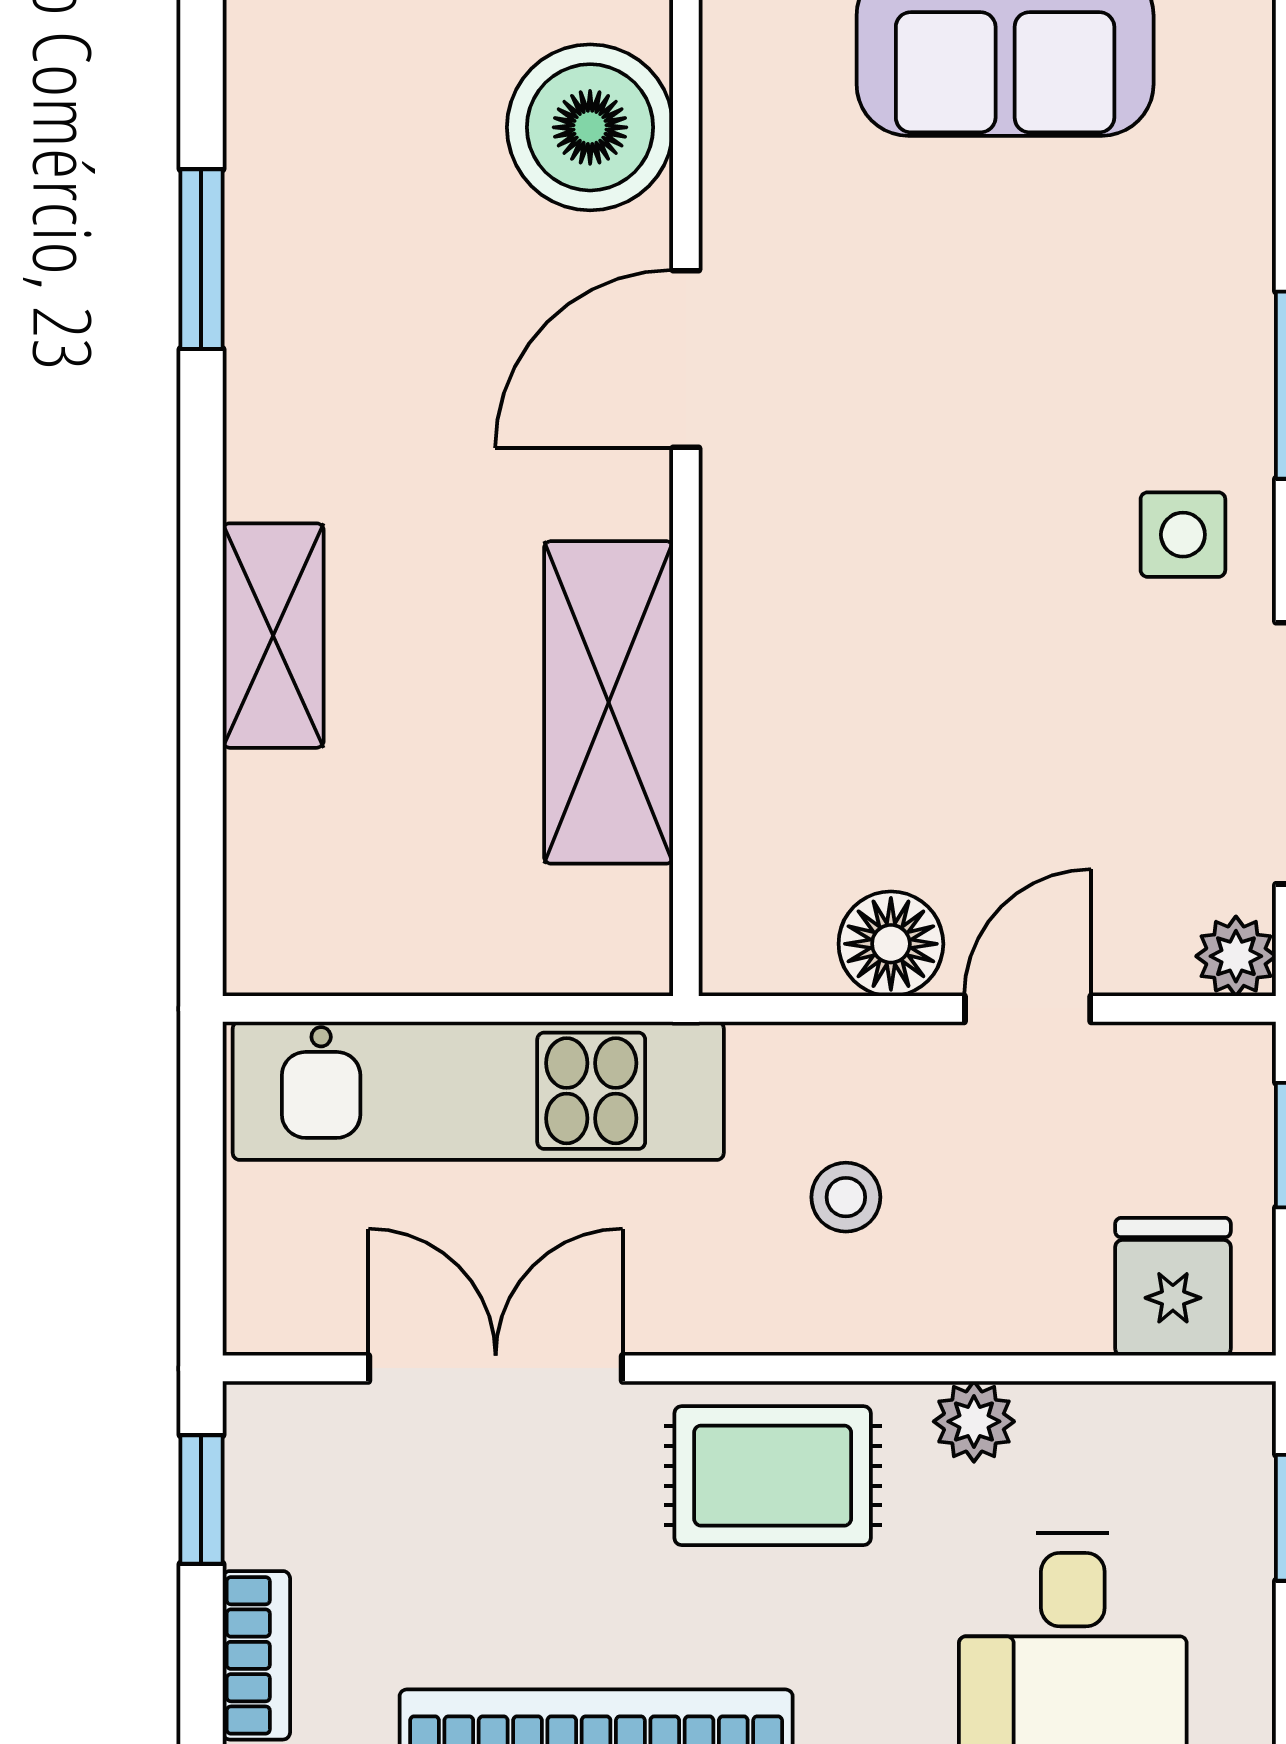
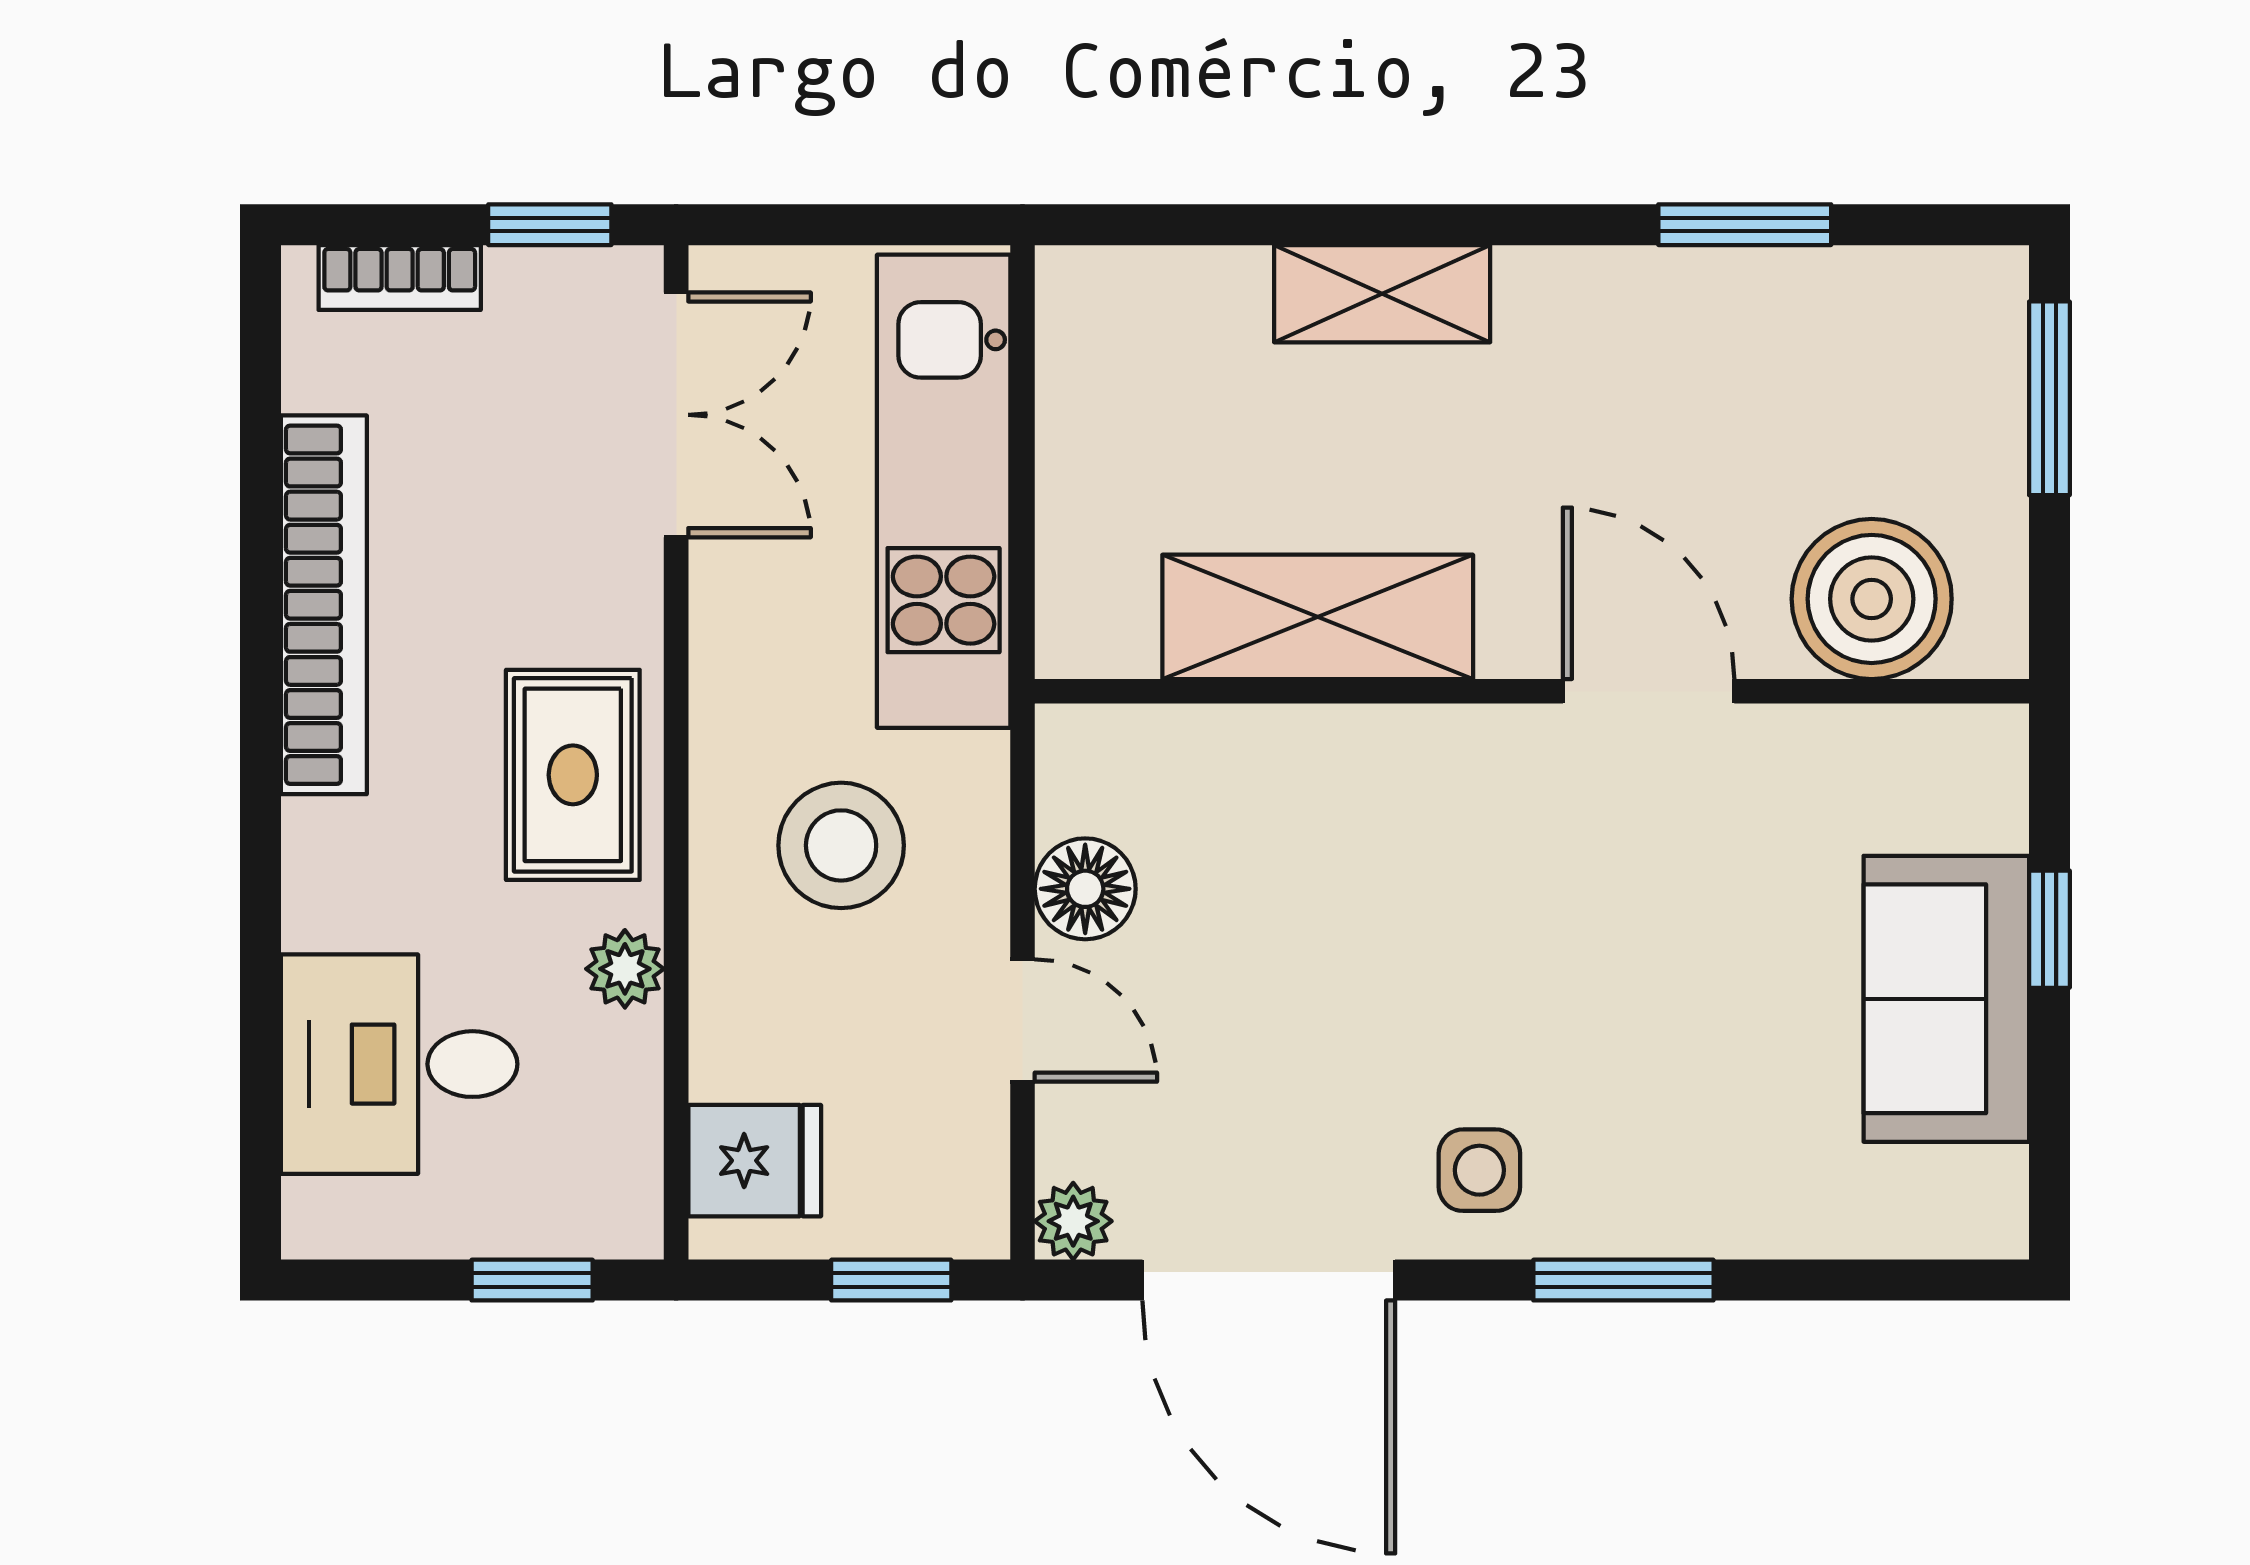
stool: (846, 1197) -> (841, 845), width x1.89, depth x1.89
double door: (496, 1368) -> (676, 415), moved

